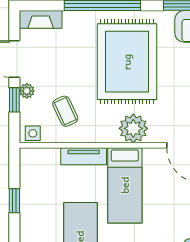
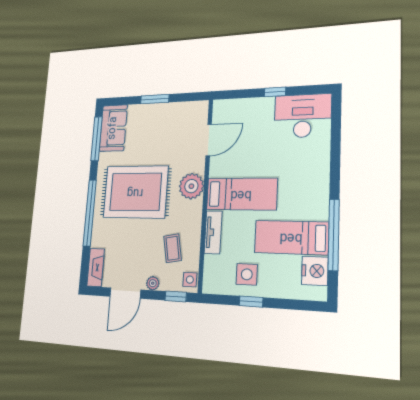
window: (14, 100) -> (176, 296), moved
coffee table: (65, 111) -> (172, 248), turned -75
side table: (41, 195) -> (247, 274), added

